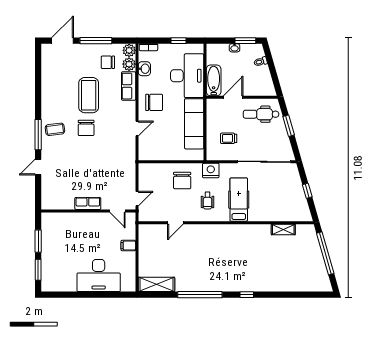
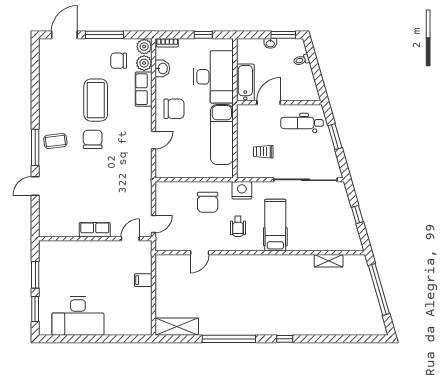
chair: (86, 128) -> (93, 139), turned 180
door: (117, 211) -> (130, 239), swing flipped
desk: (99, 275) -> (78, 316), moved

